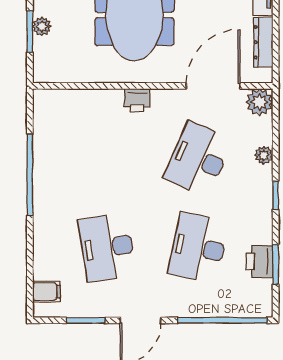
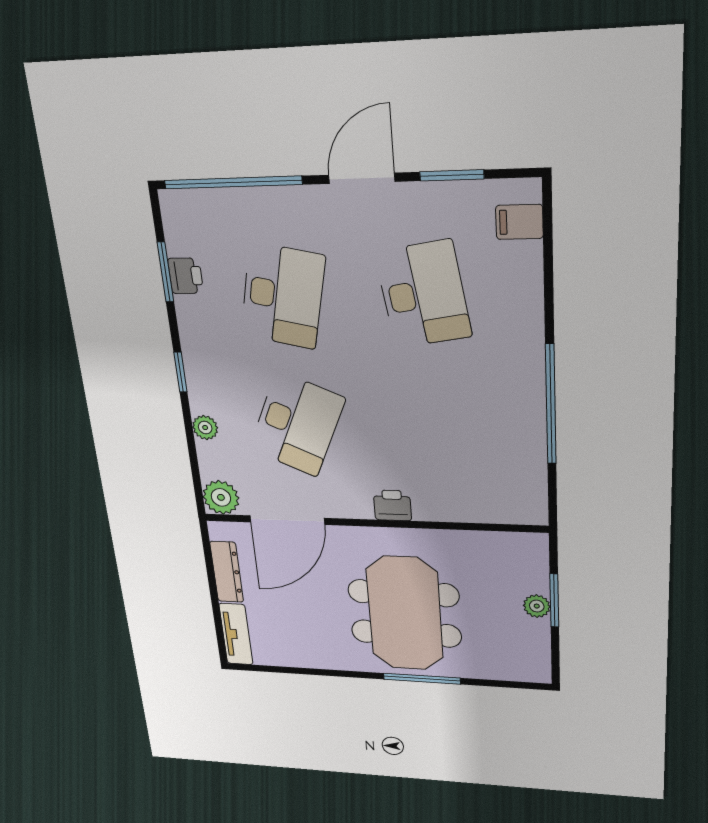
printer: (260, 261) -> (186, 276), width x0.73, depth x0.81

